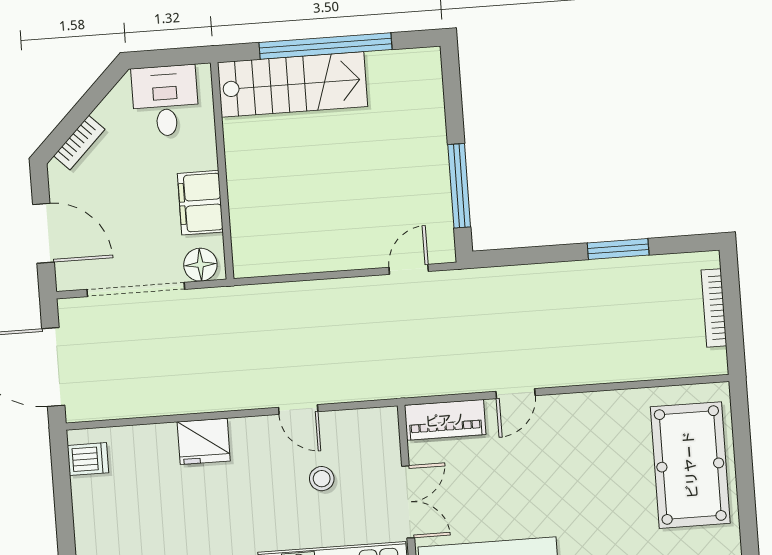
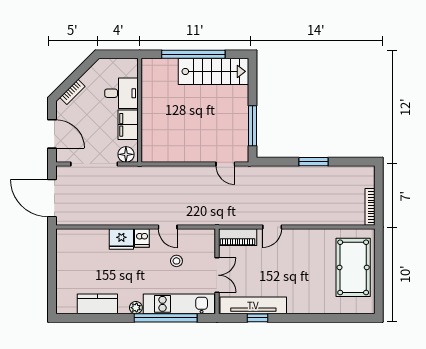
stairs: (292, 84) -> (213, 71), moved
desk: (165, 101) -> (121, 93), moved, turned 90
window: (618, 249) -> (313, 162), moved
door: (409, 269) -> (225, 164), swing flipped
bookcase: (714, 308) -> (370, 207), moved
dishwasher: (88, 459) -> (142, 238), moved, turned 90

